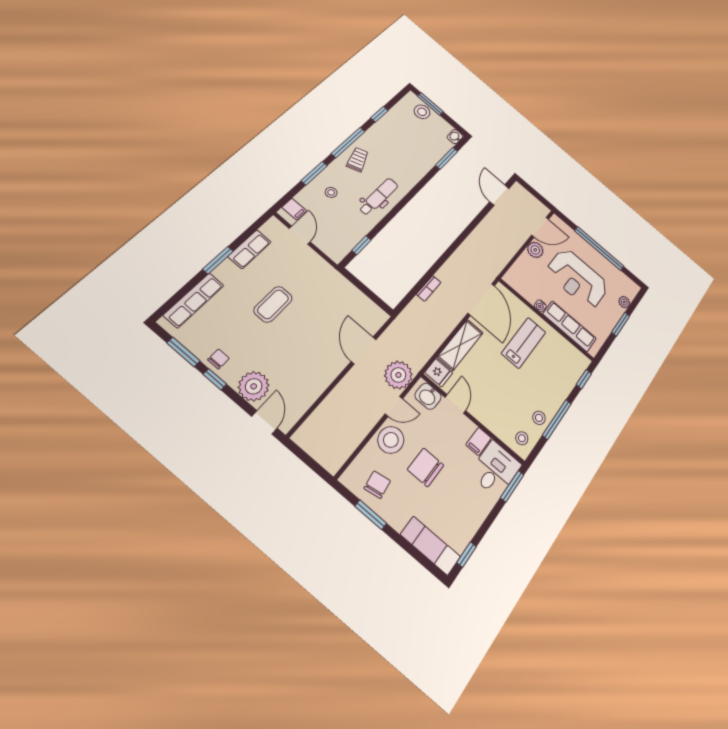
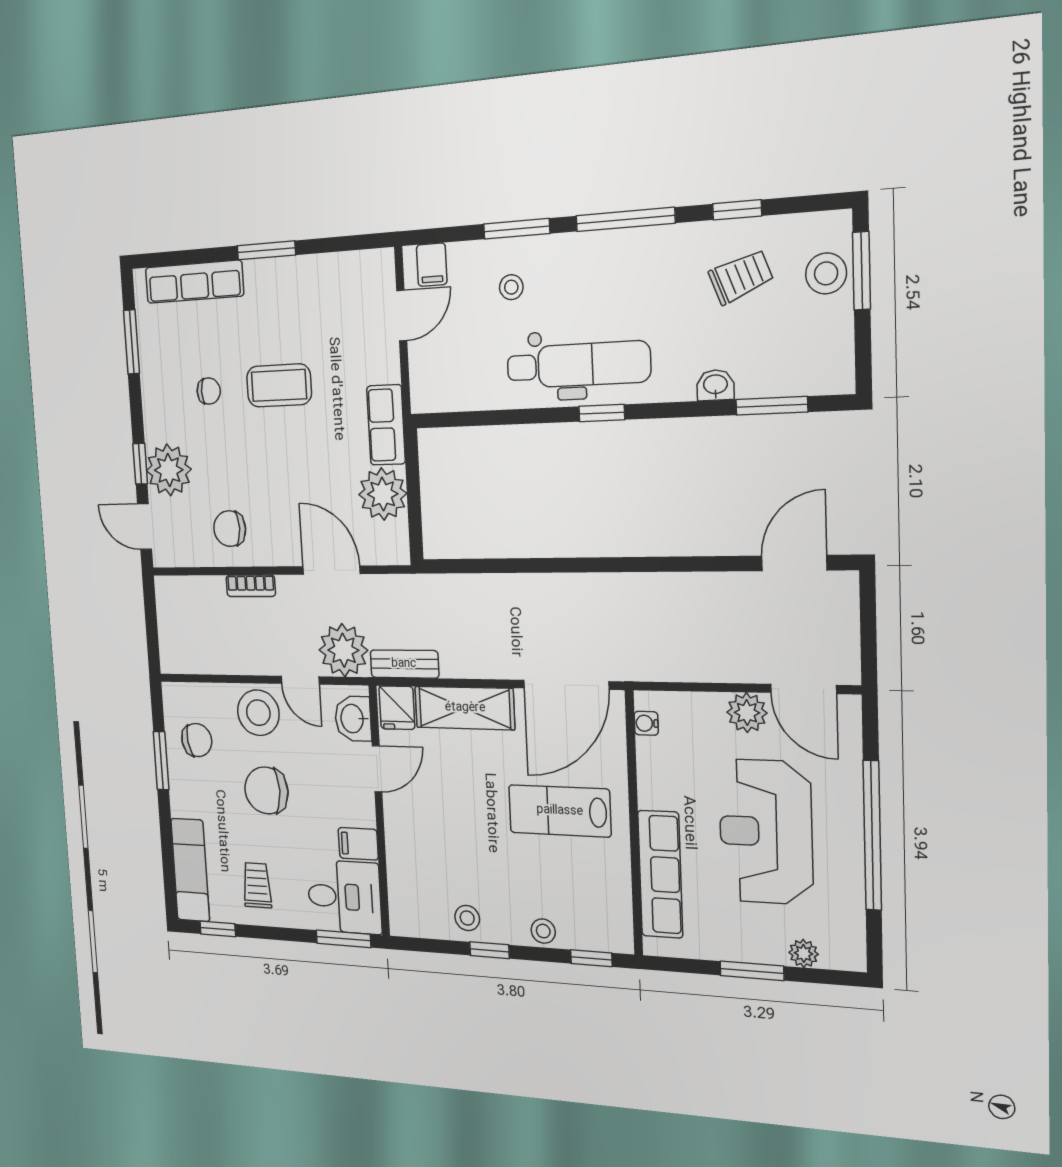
washbasin: (455, 137) -> (715, 385), moved
trolley: (358, 159) -> (741, 277), moved
dental chair: (379, 197) -> (578, 365), width x1.36, depth x1.38
window: (361, 245) -> (602, 413), moved
row of seats: (250, 249) -> (386, 425), moved, turned 90
bookcase: (429, 288) -> (251, 586), moved
plant: (355, 303) -> (383, 494), added
water cooler: (540, 306) -> (646, 723), moved
lab bench: (524, 343) -> (560, 811), turned 180
door: (364, 351) -> (331, 570), hinge flipped
bench: (425, 354) -> (404, 664), added
chair: (218, 359) -> (209, 391), moved
window: (215, 379) -> (140, 464), moved
chair: (306, 380) -> (230, 529), added
window: (557, 419) -> (489, 950), width x0.46
door: (264, 422) -> (145, 527), swing flipped
stool: (522, 438) -> (543, 931), moved
chair: (426, 467) -> (266, 790), turned -90
trolley: (462, 512) -> (257, 885), added

